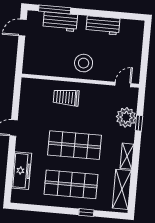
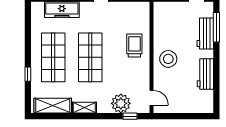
window: (139, 123) -> (130, 116), moved

